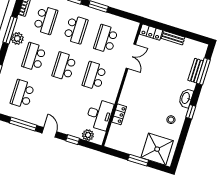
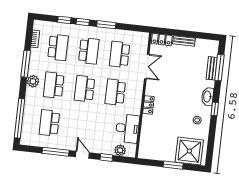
plant: (17, 38) -> (33, 81), moved
locker: (119, 114) -> (148, 105), moved

